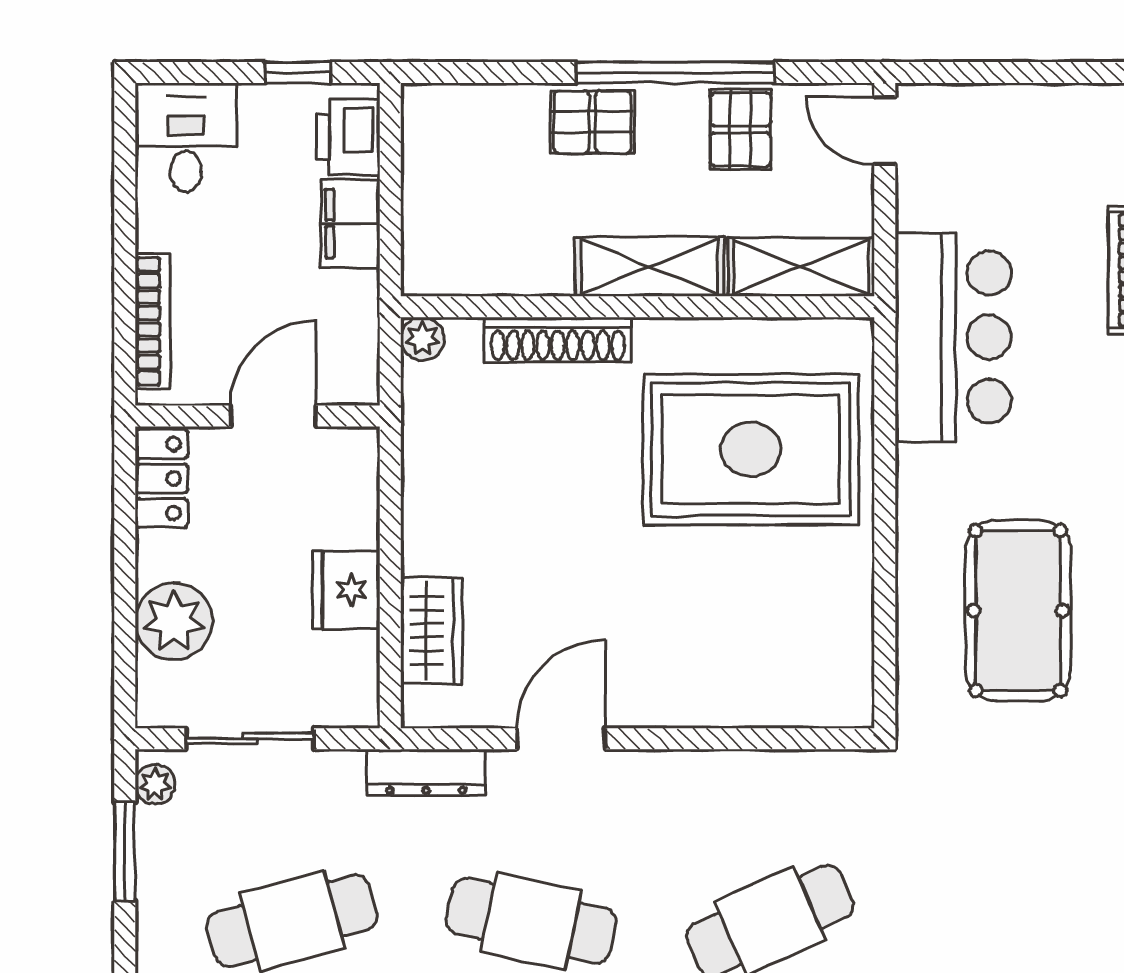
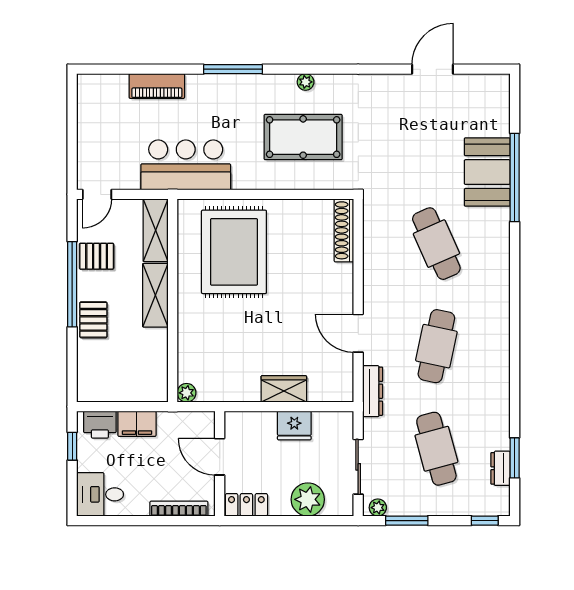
shoe rack: (558, 340) -> (344, 230), moved, turned 180
wardrobe: (431, 630) -> (284, 389), moved

